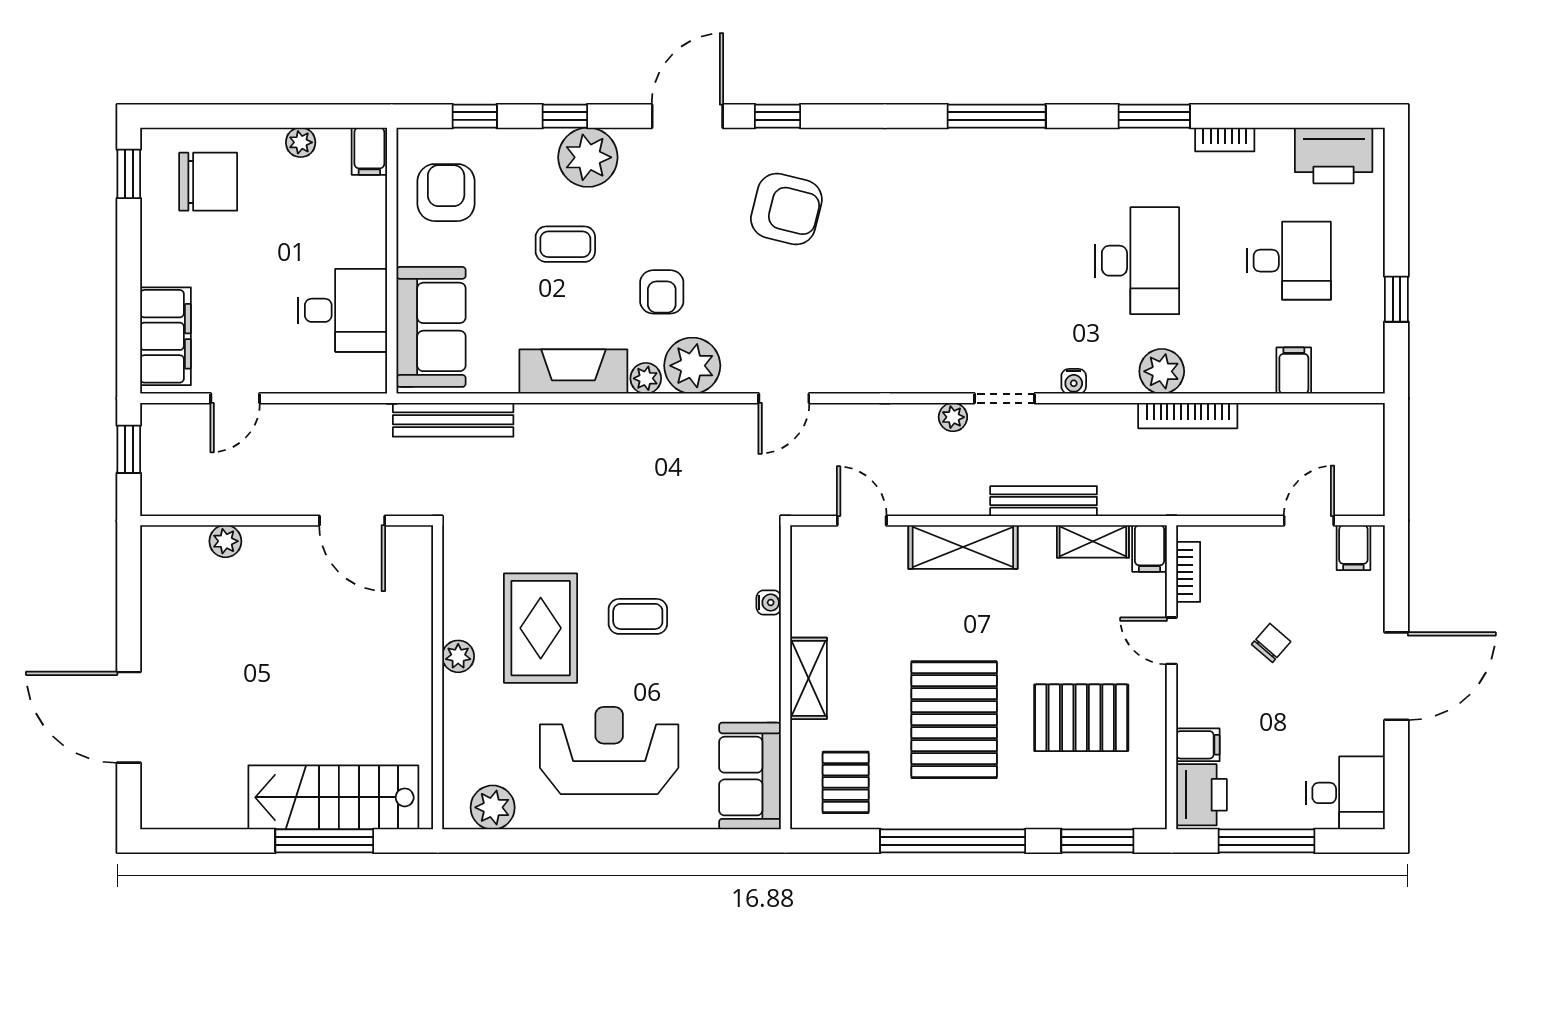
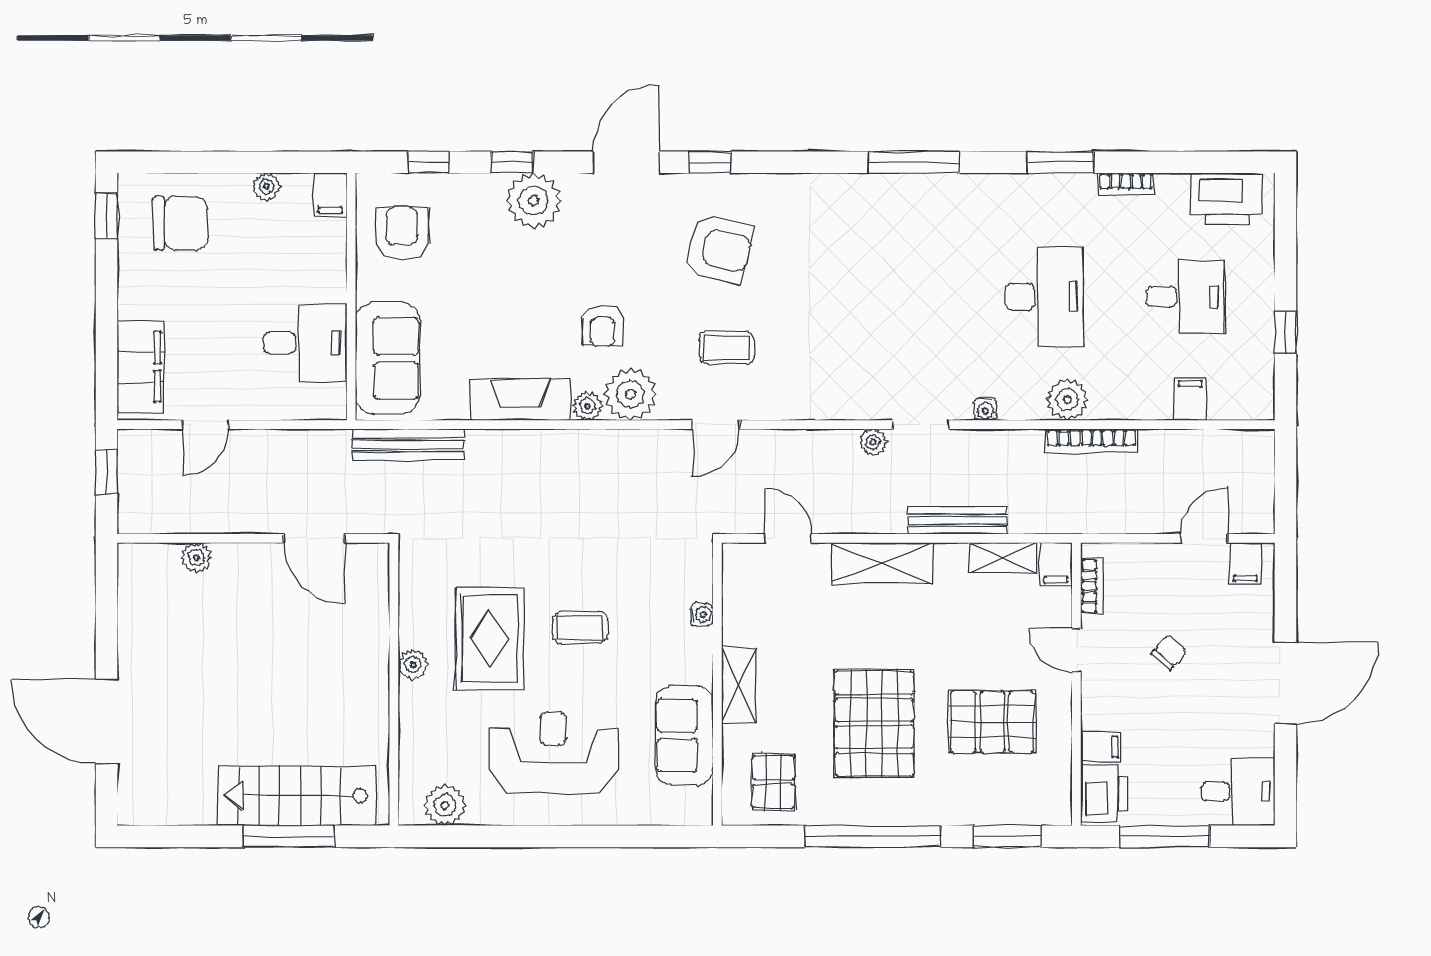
coffee table: (565, 244) -> (727, 348), moved
sofa: (750, 776) -> (684, 735), moved

